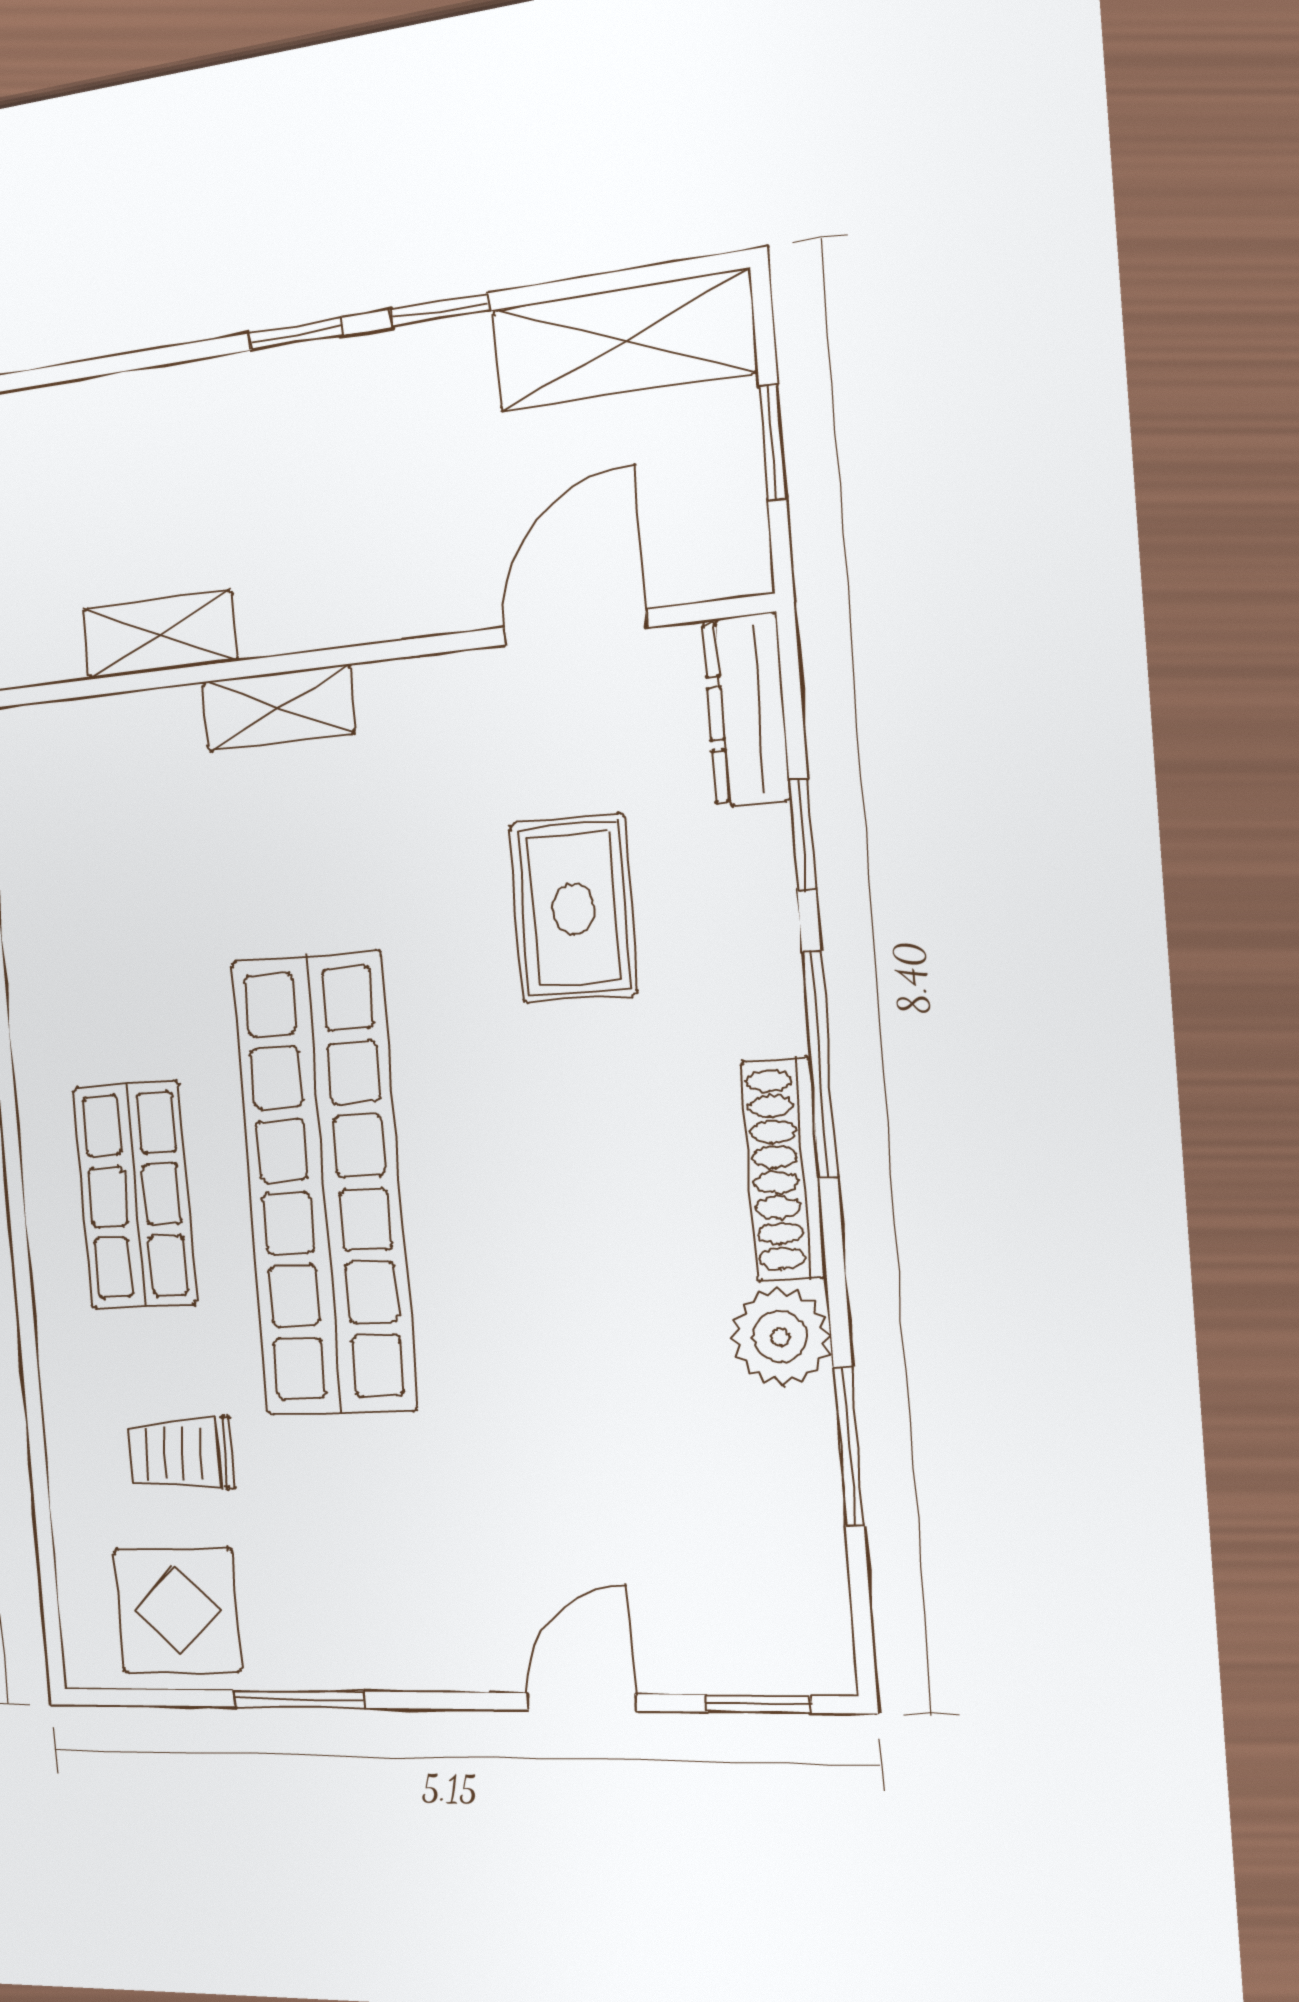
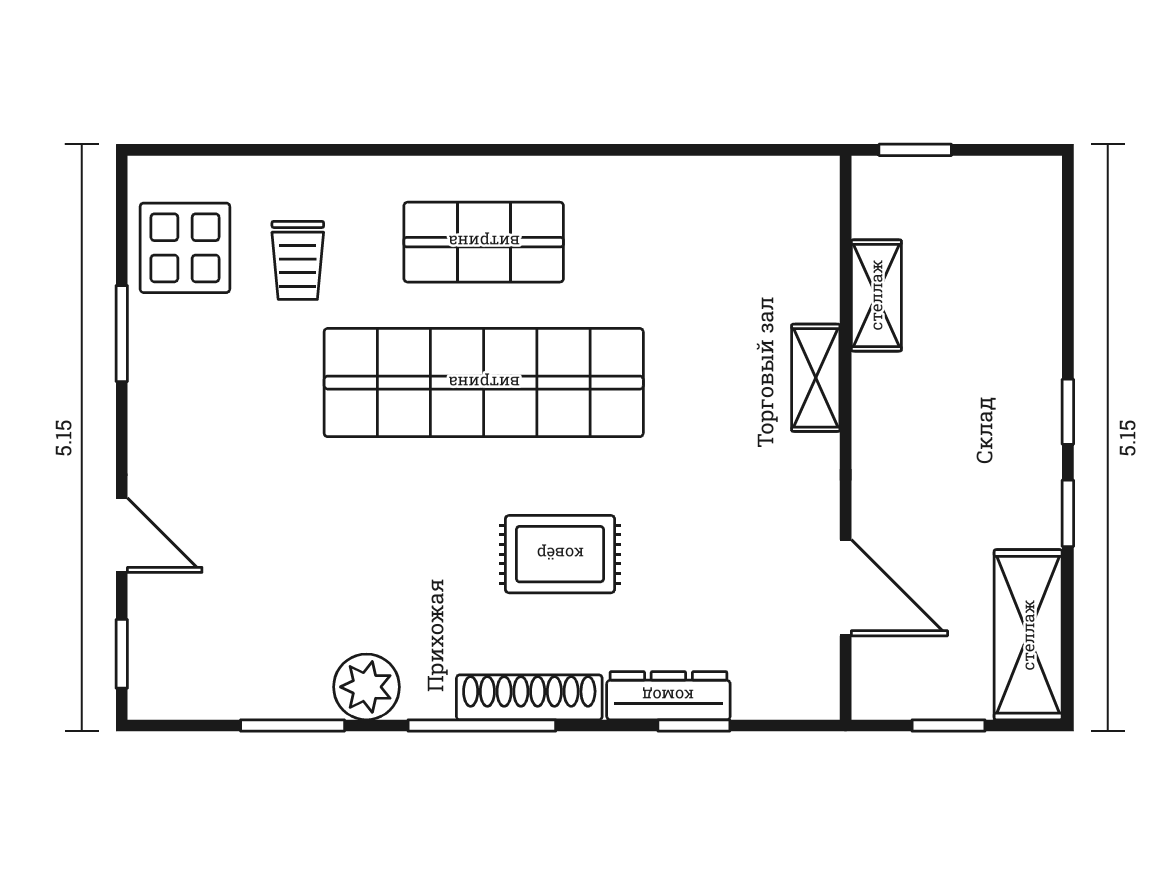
dresser: (746, 710) -> (668, 696), moved
rug: (573, 909) -> (560, 554), moved
window: (820, 1065) -> (482, 726), moved
shoe rack: (784, 1169) -> (529, 697), moved
trolley: (181, 1454) -> (298, 260), turned 180

